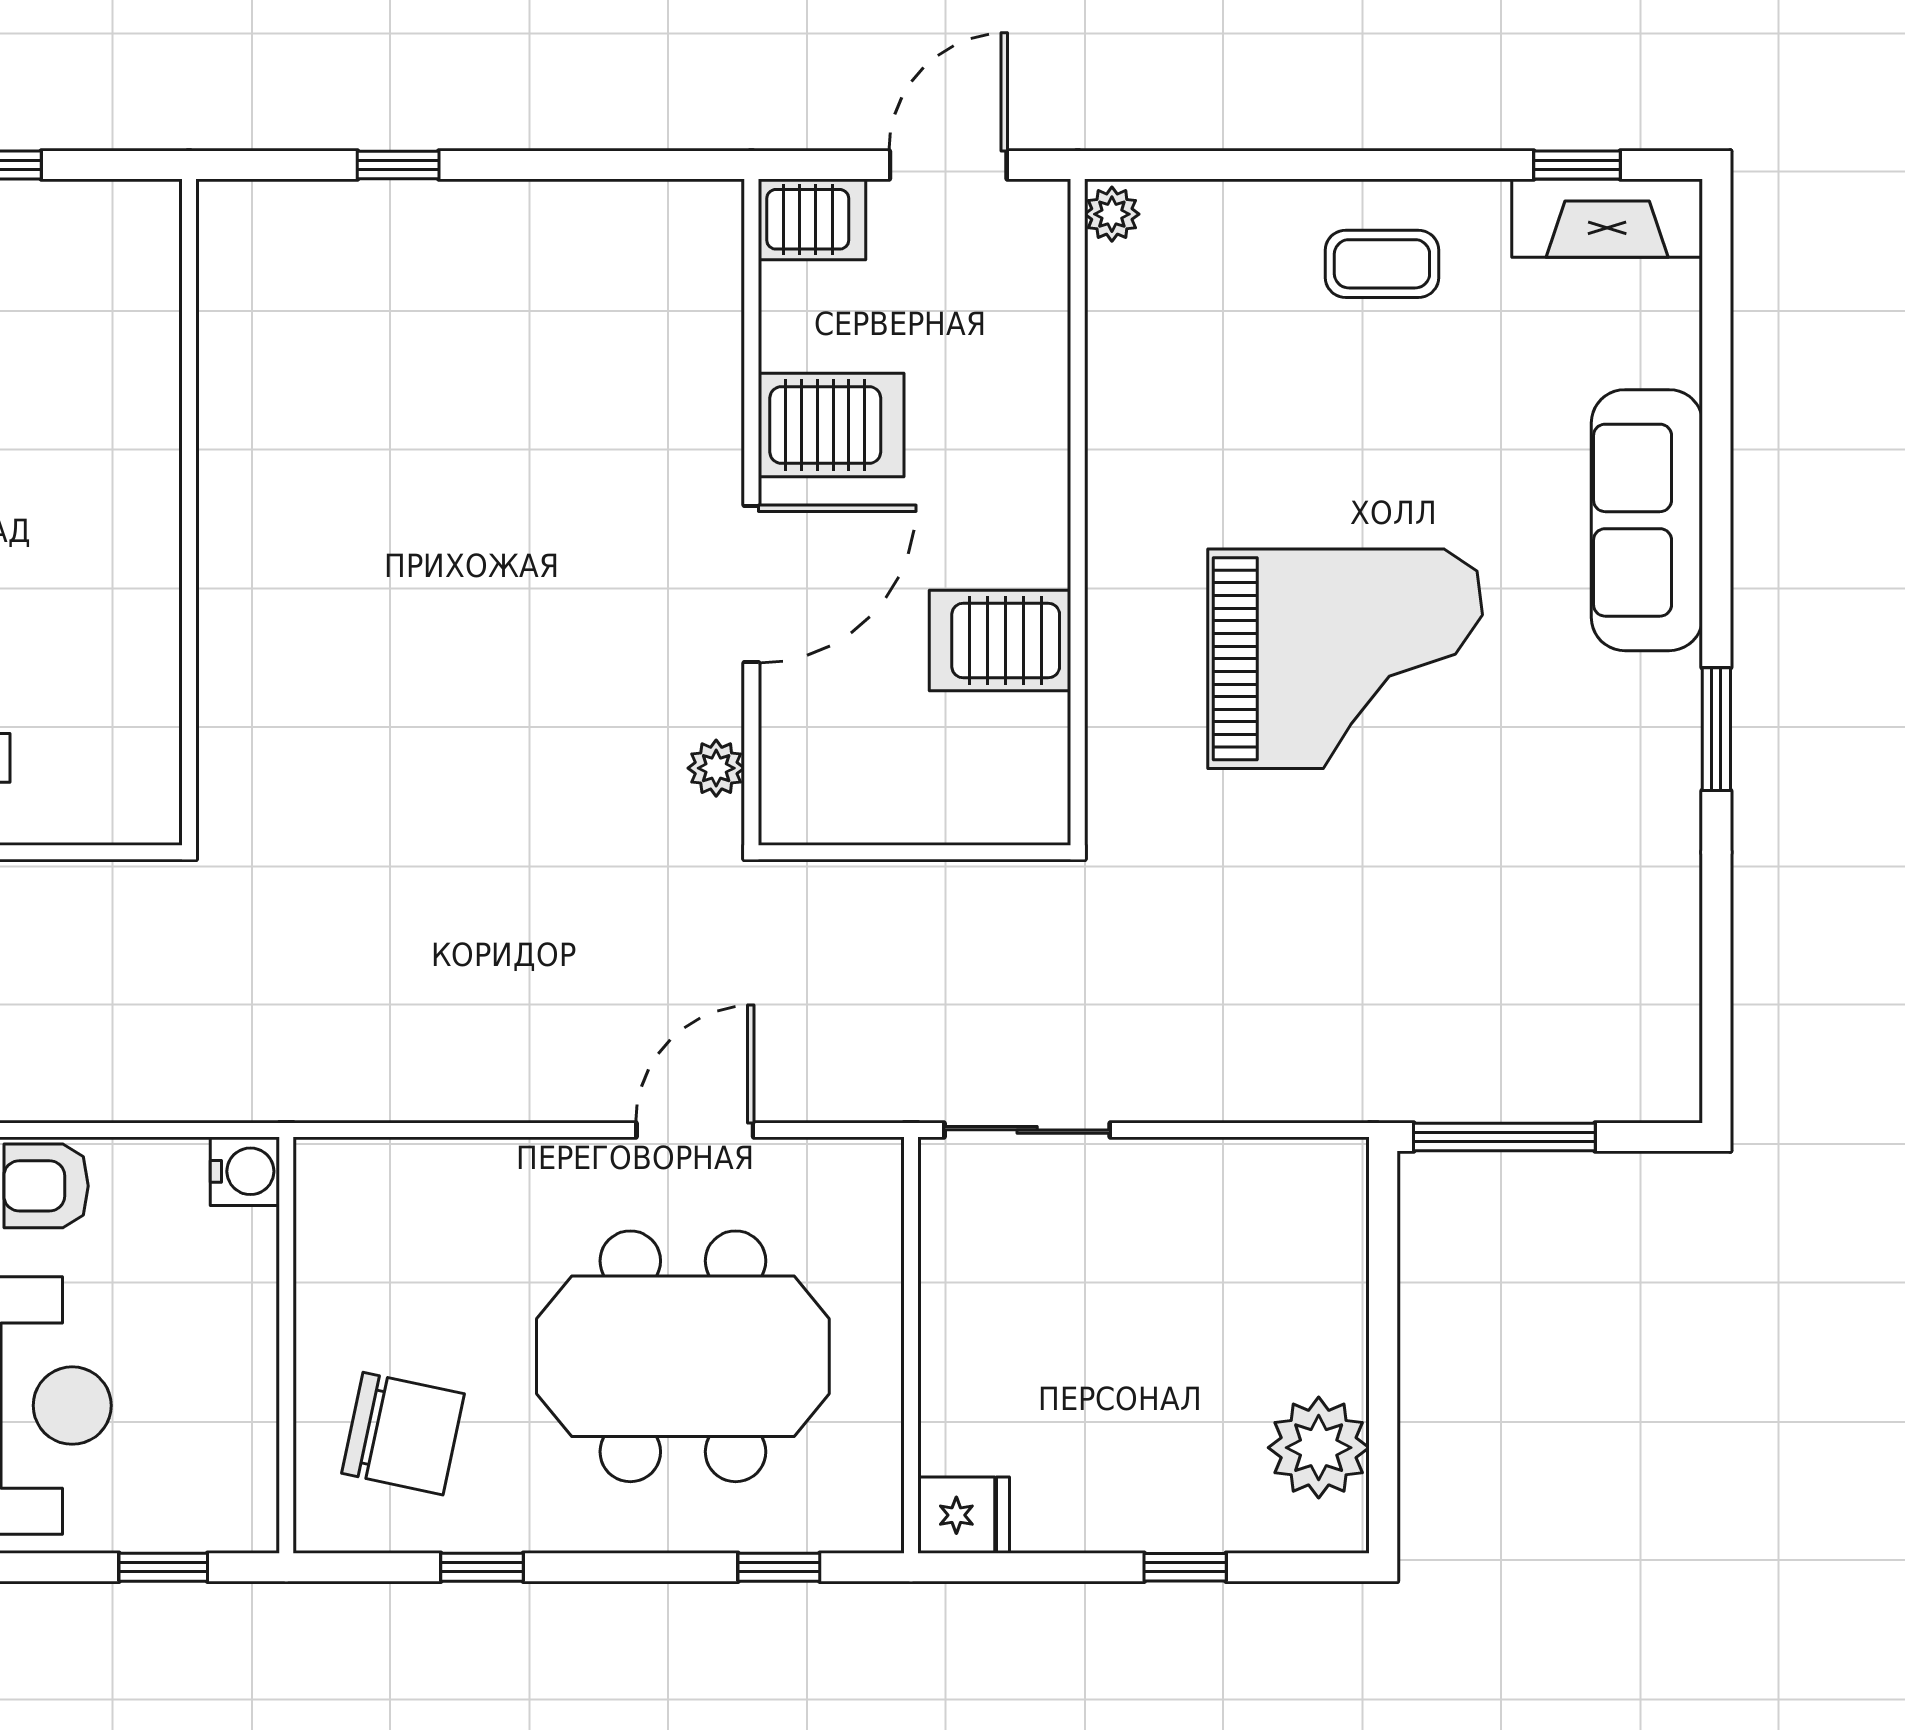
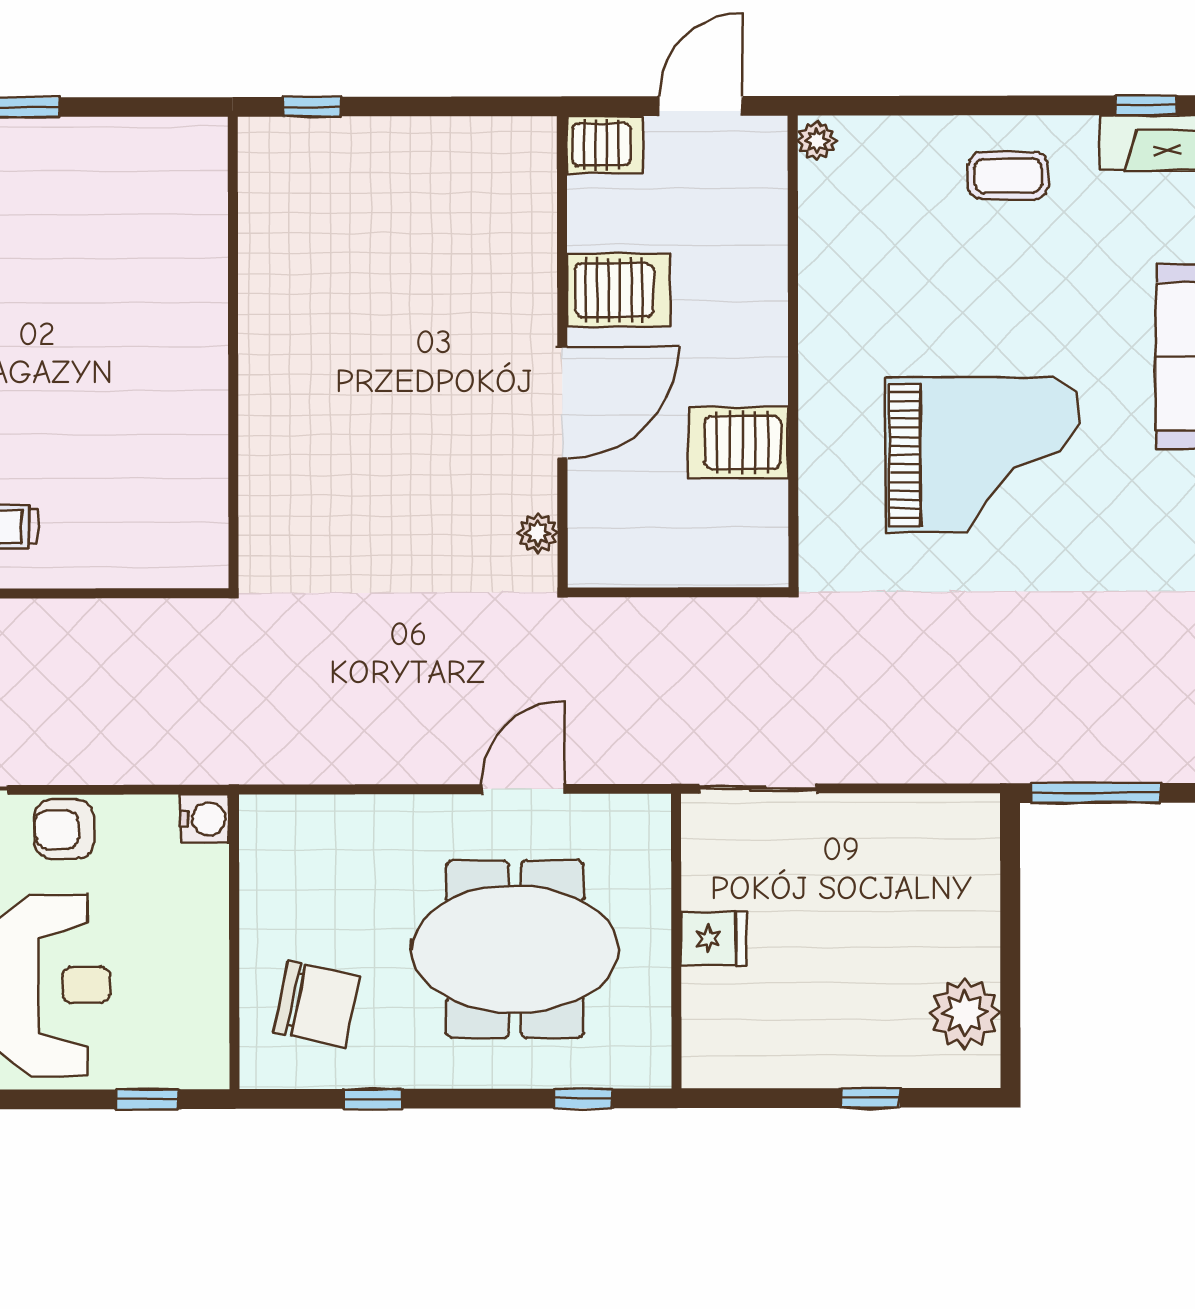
wall: (189, 512) -> (233, 352), moved
fridge: (964, 1515) -> (713, 939), moved

